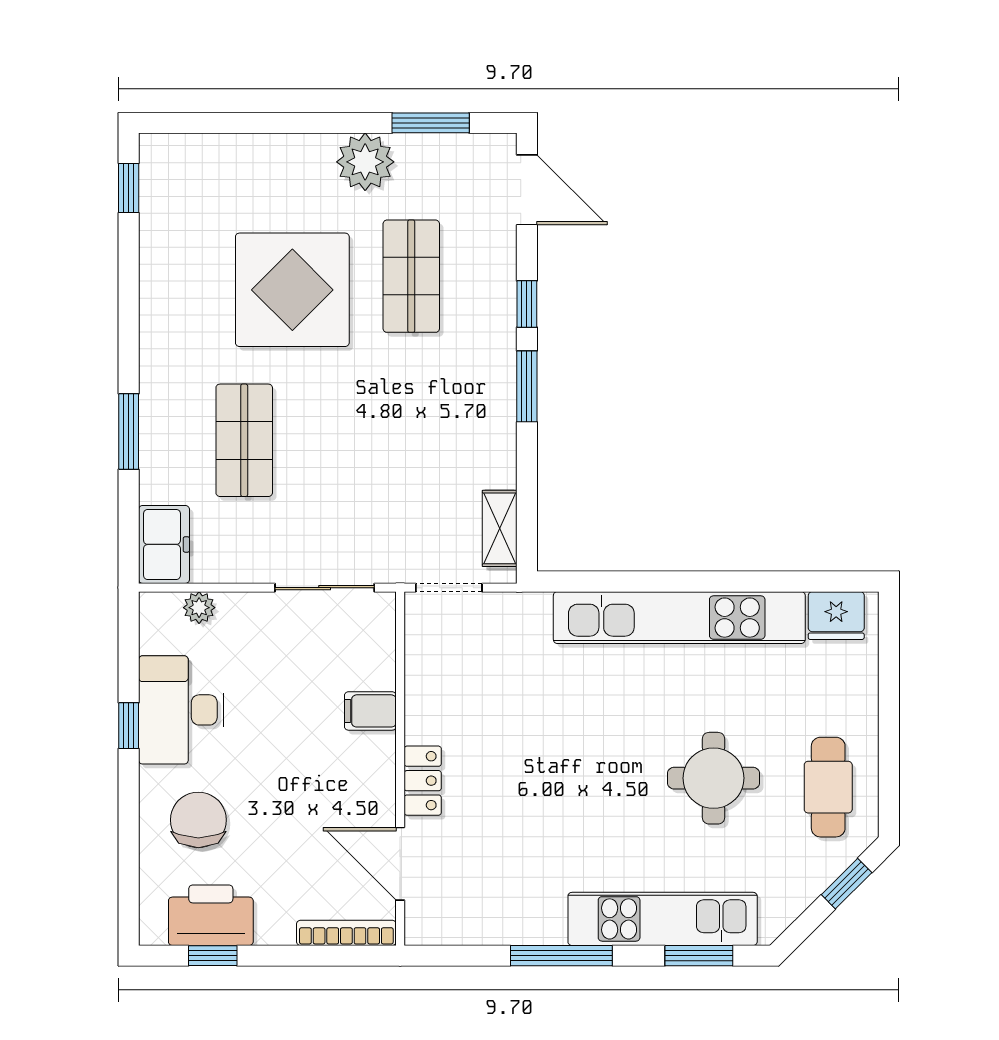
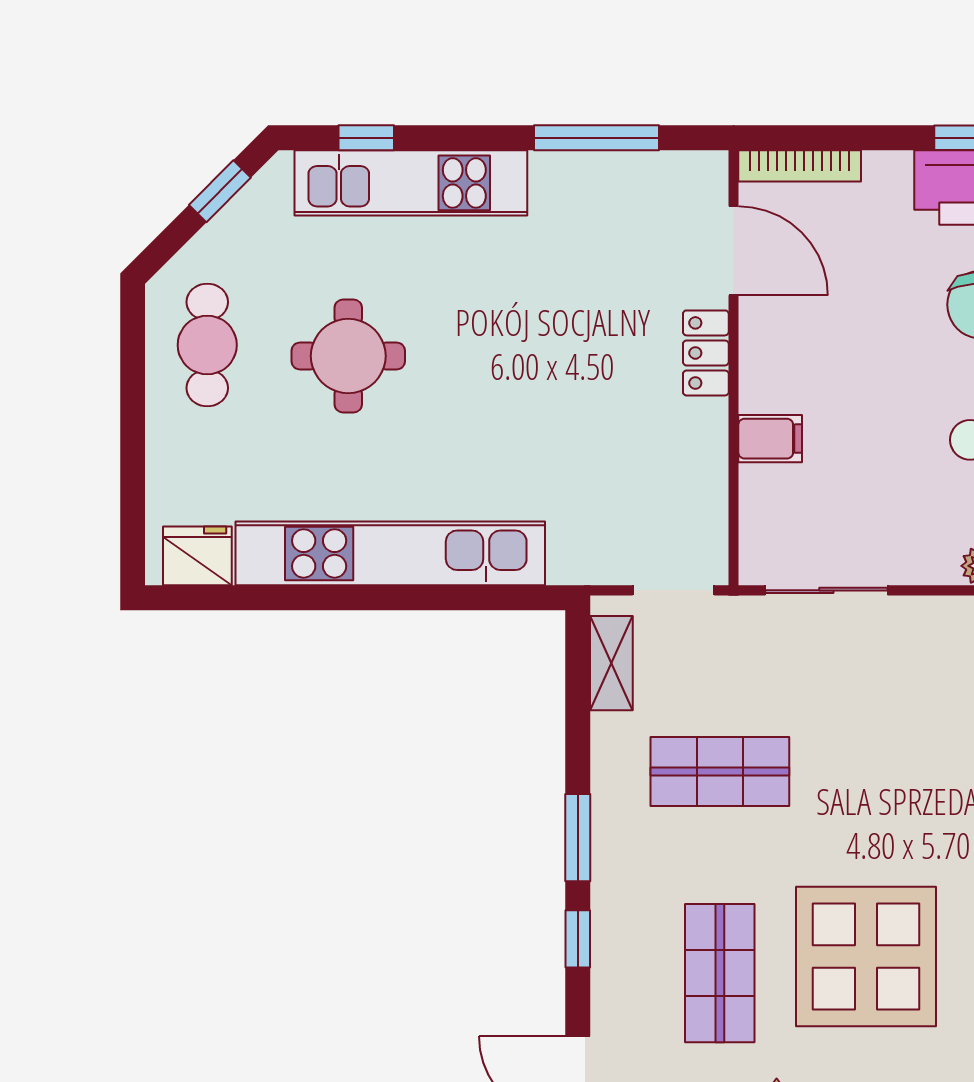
shop shelf: (244, 440) -> (720, 771), moved, turned 90
window: (847, 884) -> (220, 191), moved
window: (561, 956) -> (597, 138), moved
window: (699, 956) -> (366, 138), width x0.67

